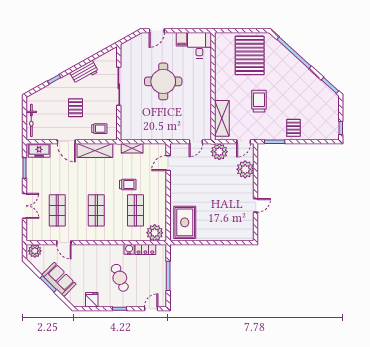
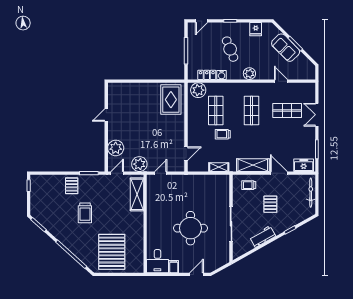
trolley: (259, 101) -> (85, 213), moved
shop shelf: (57, 210) -> (287, 111), turned 90
plant: (35, 251) -> (249, 74), moved

